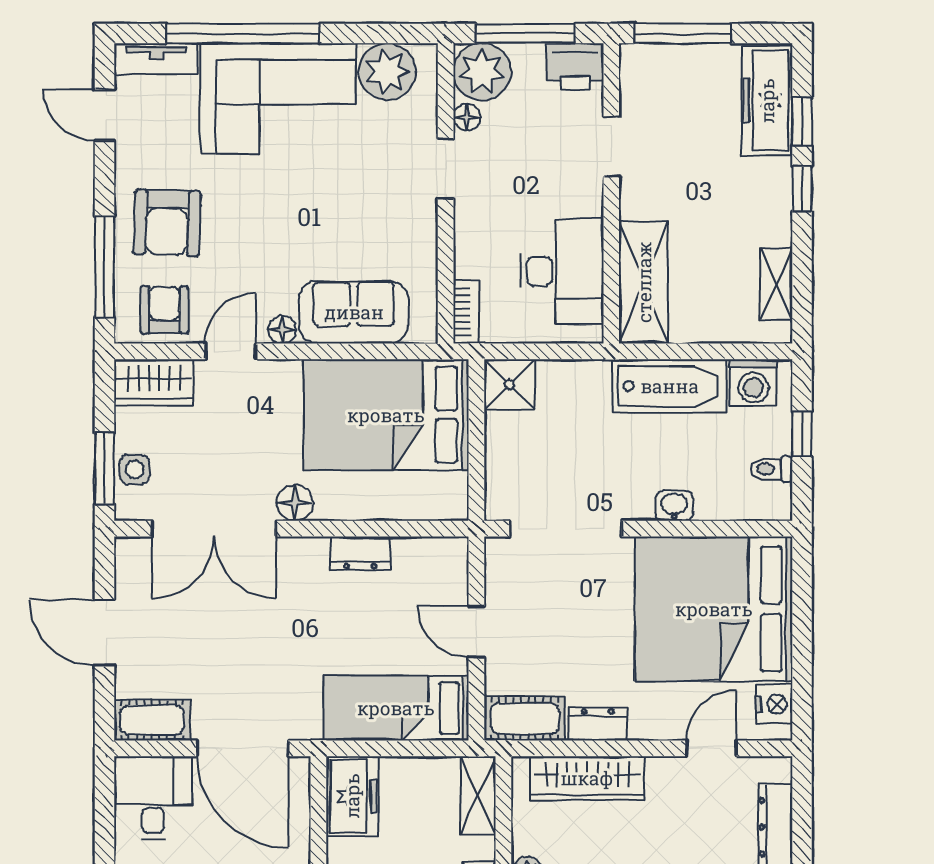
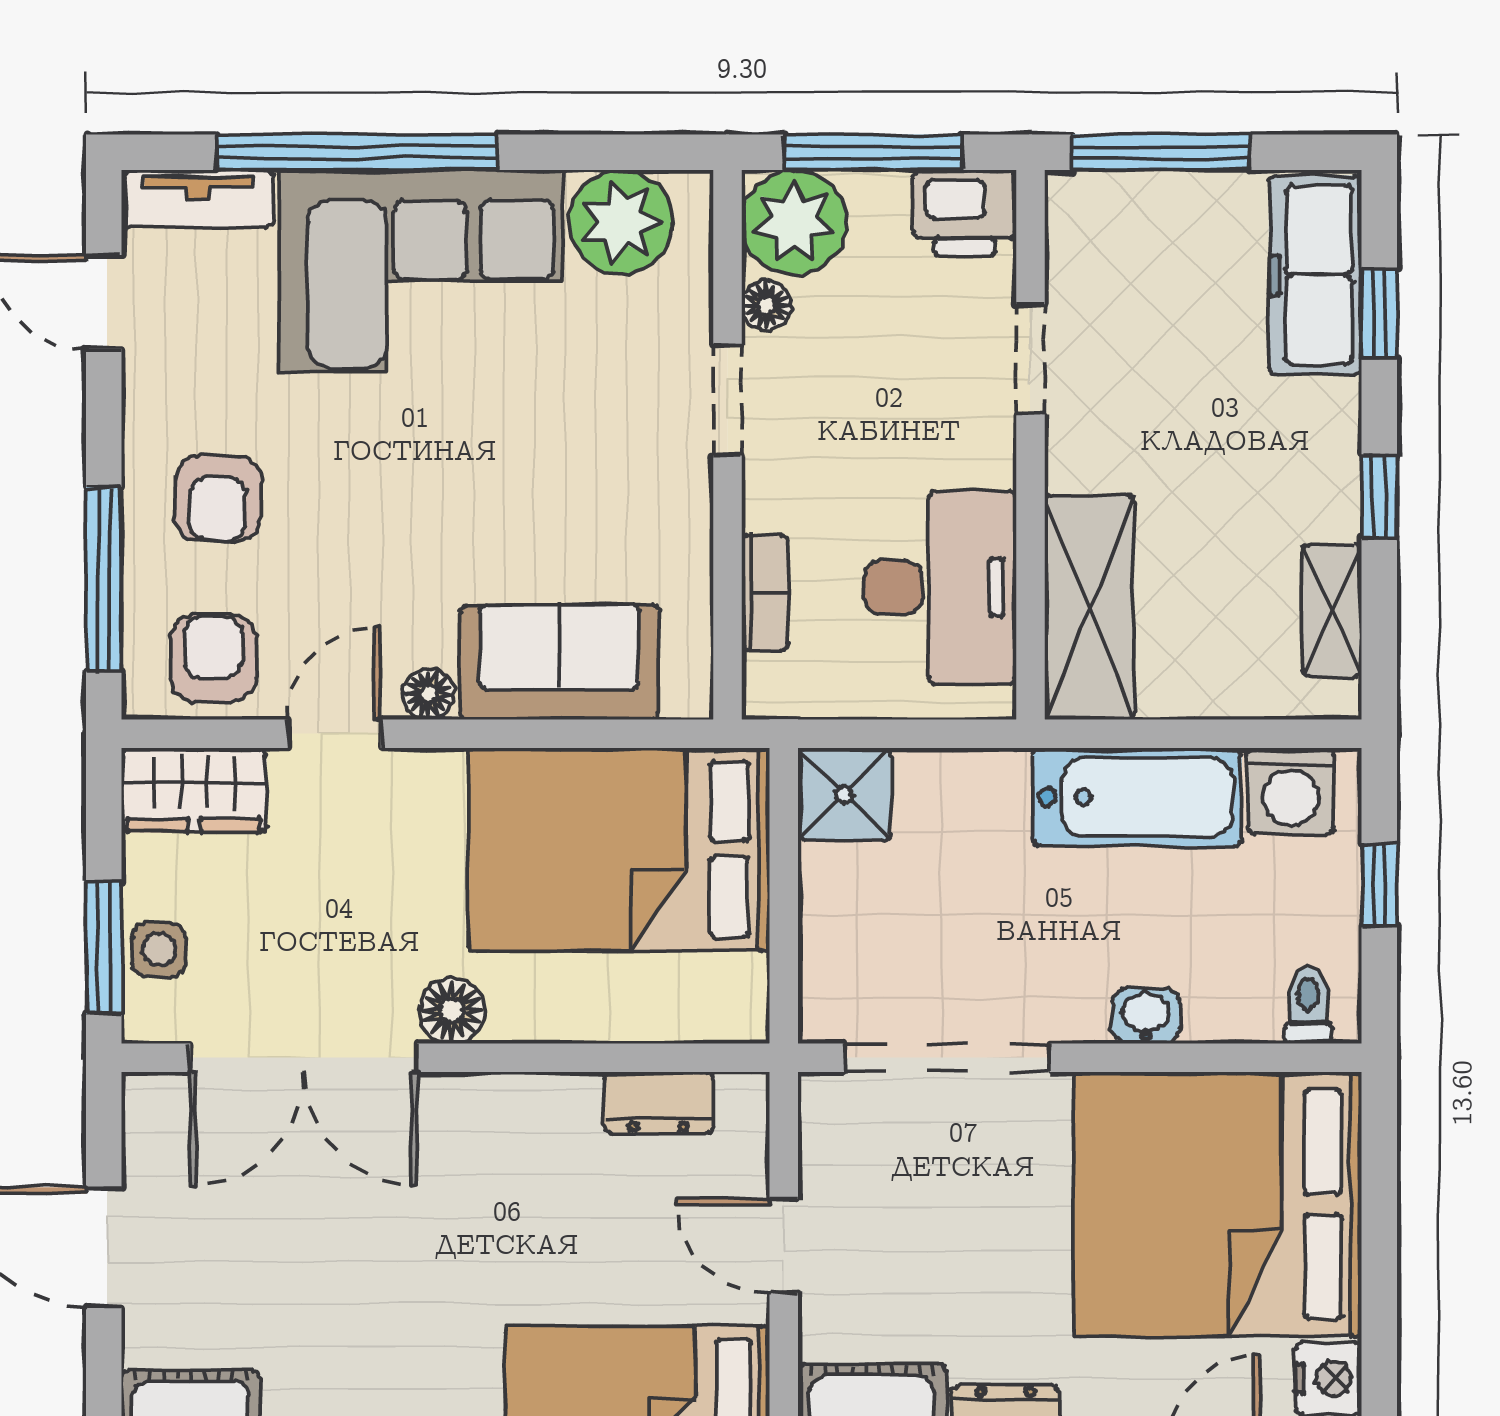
window: (802, 189) -> (1379, 496), moved
armchair: (167, 223) -> (218, 498), width x0.72, depth x0.72
bookcase: (466, 312) -> (765, 592), moved
toilet: (771, 469) -> (1308, 1005), moved, turned 90
dresser: (360, 553) -> (659, 1103), moved

